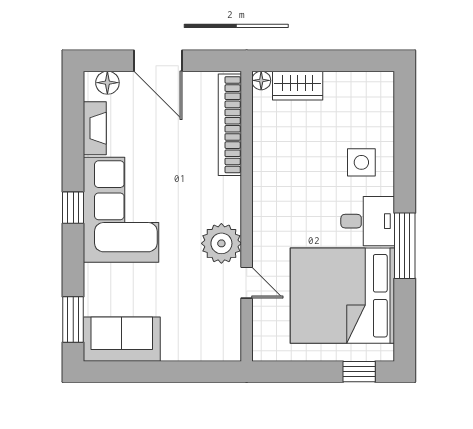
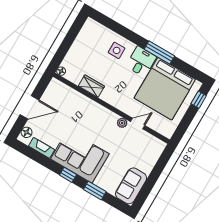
wardrobe: (298, 86) -> (91, 86), moved, turned -90
bookcase: (230, 125) -> (71, 94), removed
plant: (221, 243) -> (122, 123), width x0.53, depth x0.53
window: (73, 320) -> (95, 190), moved

